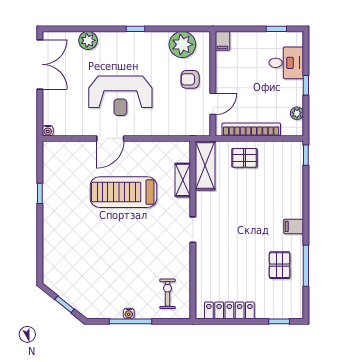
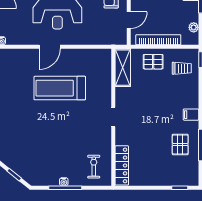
trolley: (282, 166) -> (182, 68), added
shelving: (183, 180) -> (106, 79), removed
locker: (229, 310) -> (122, 165), moved, turned 90

